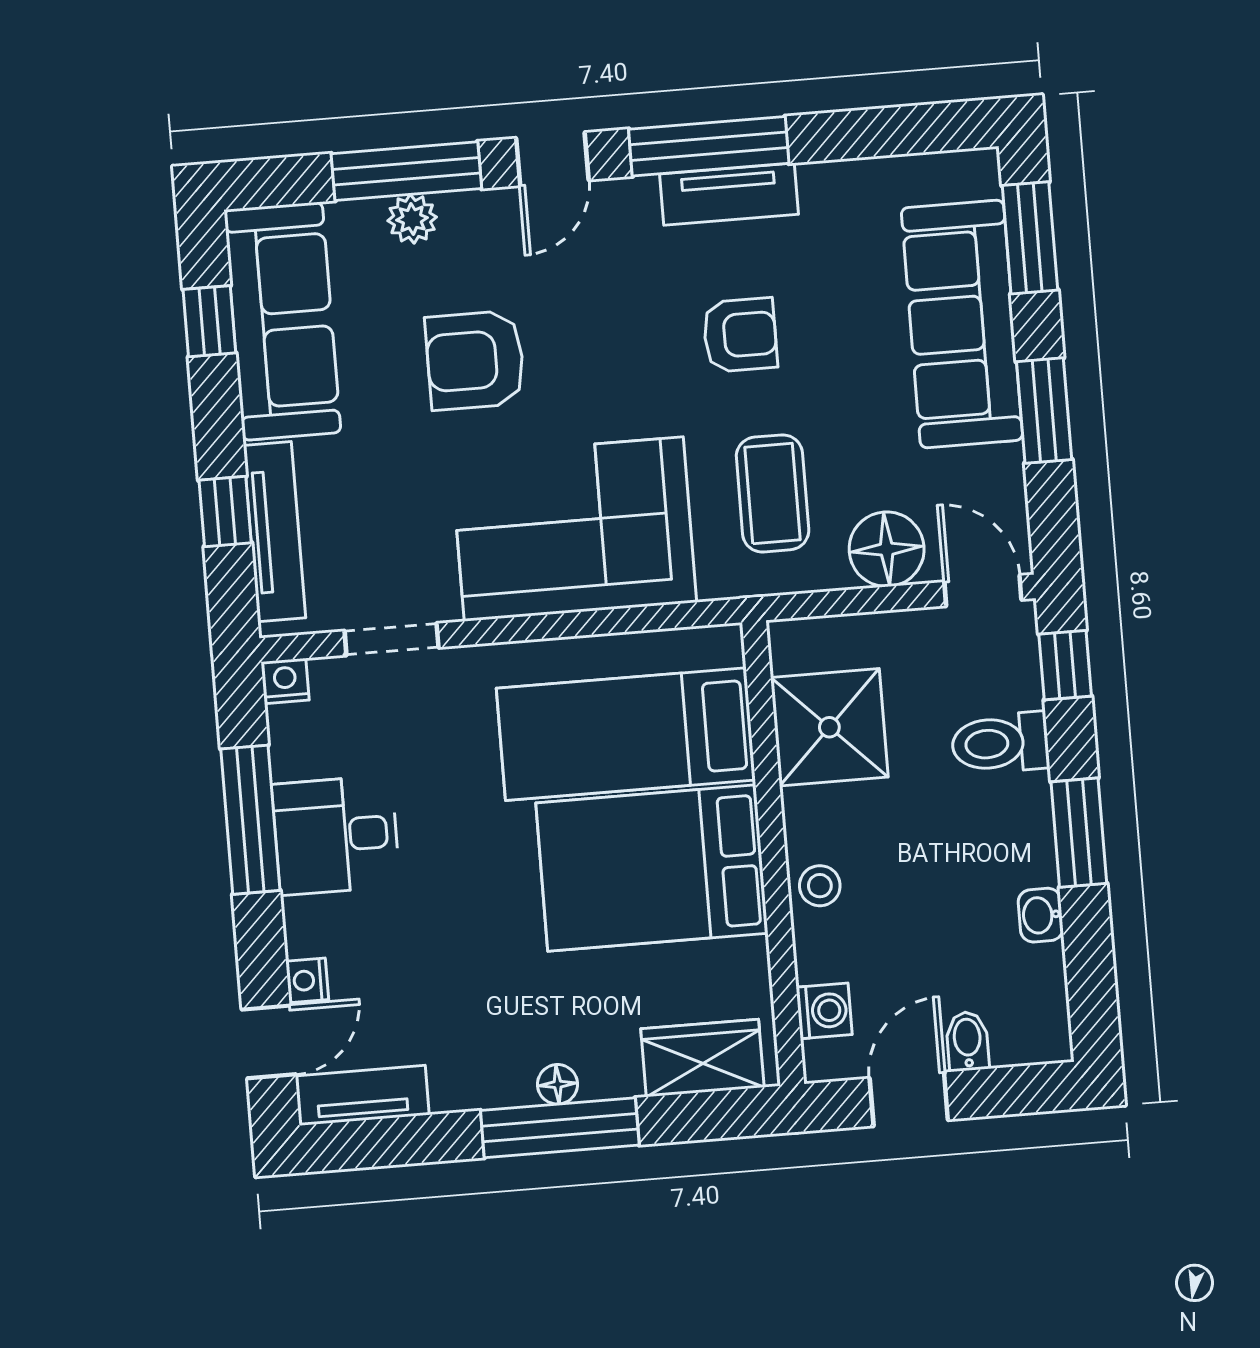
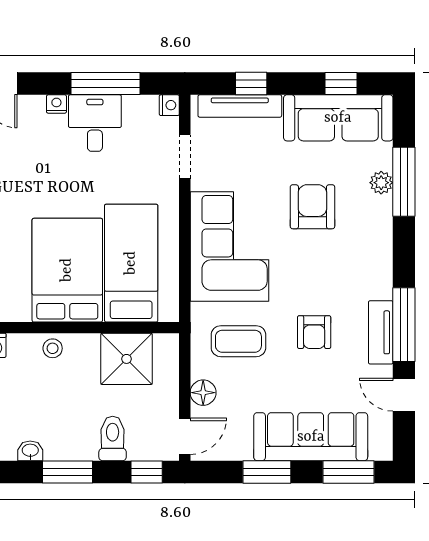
door: (552, 159) -> (404, 395), moved
floor lamp: (887, 549) -> (203, 393), width x0.73, depth x0.73
nightstand: (307, 980) -> (56, 104), moved

